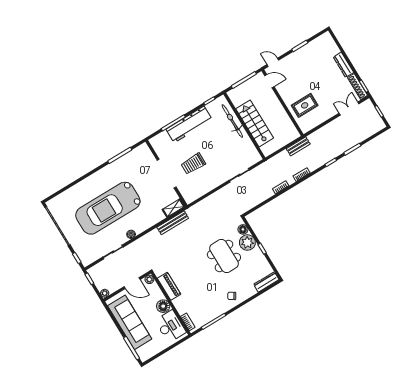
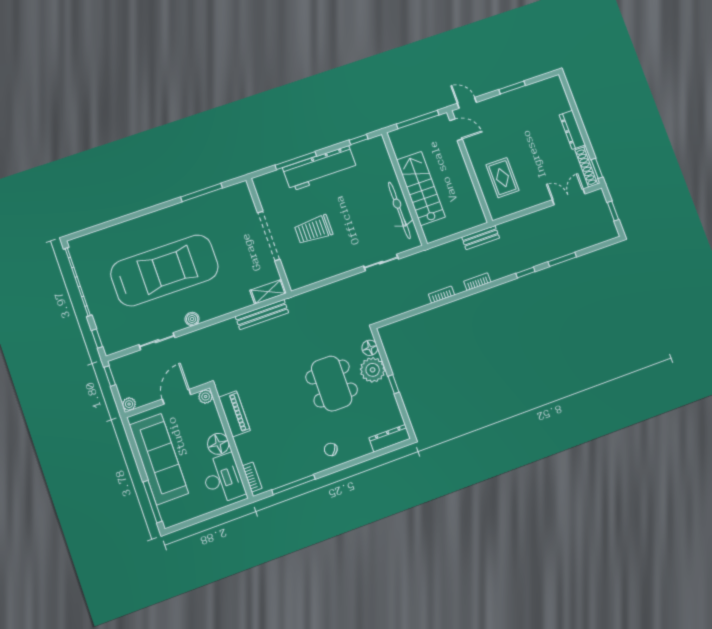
rug: (305, 105) -> (502, 178), turned 90
bicycle: (232, 121) -> (399, 210), moved
car: (108, 208) -> (165, 270), turned 180
door: (132, 283) -> (177, 397), swing flipped

